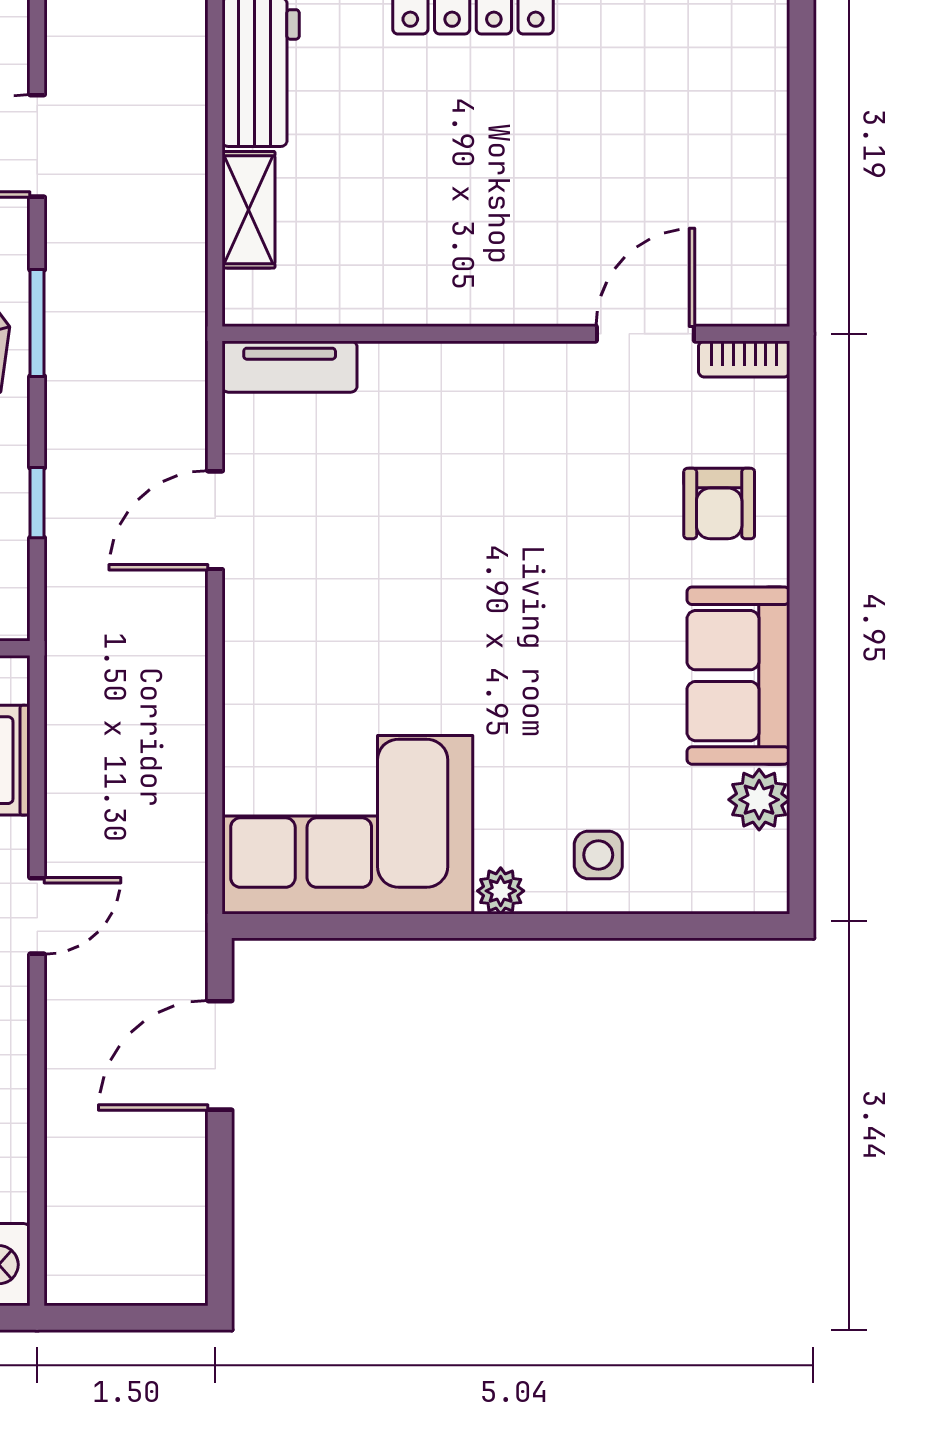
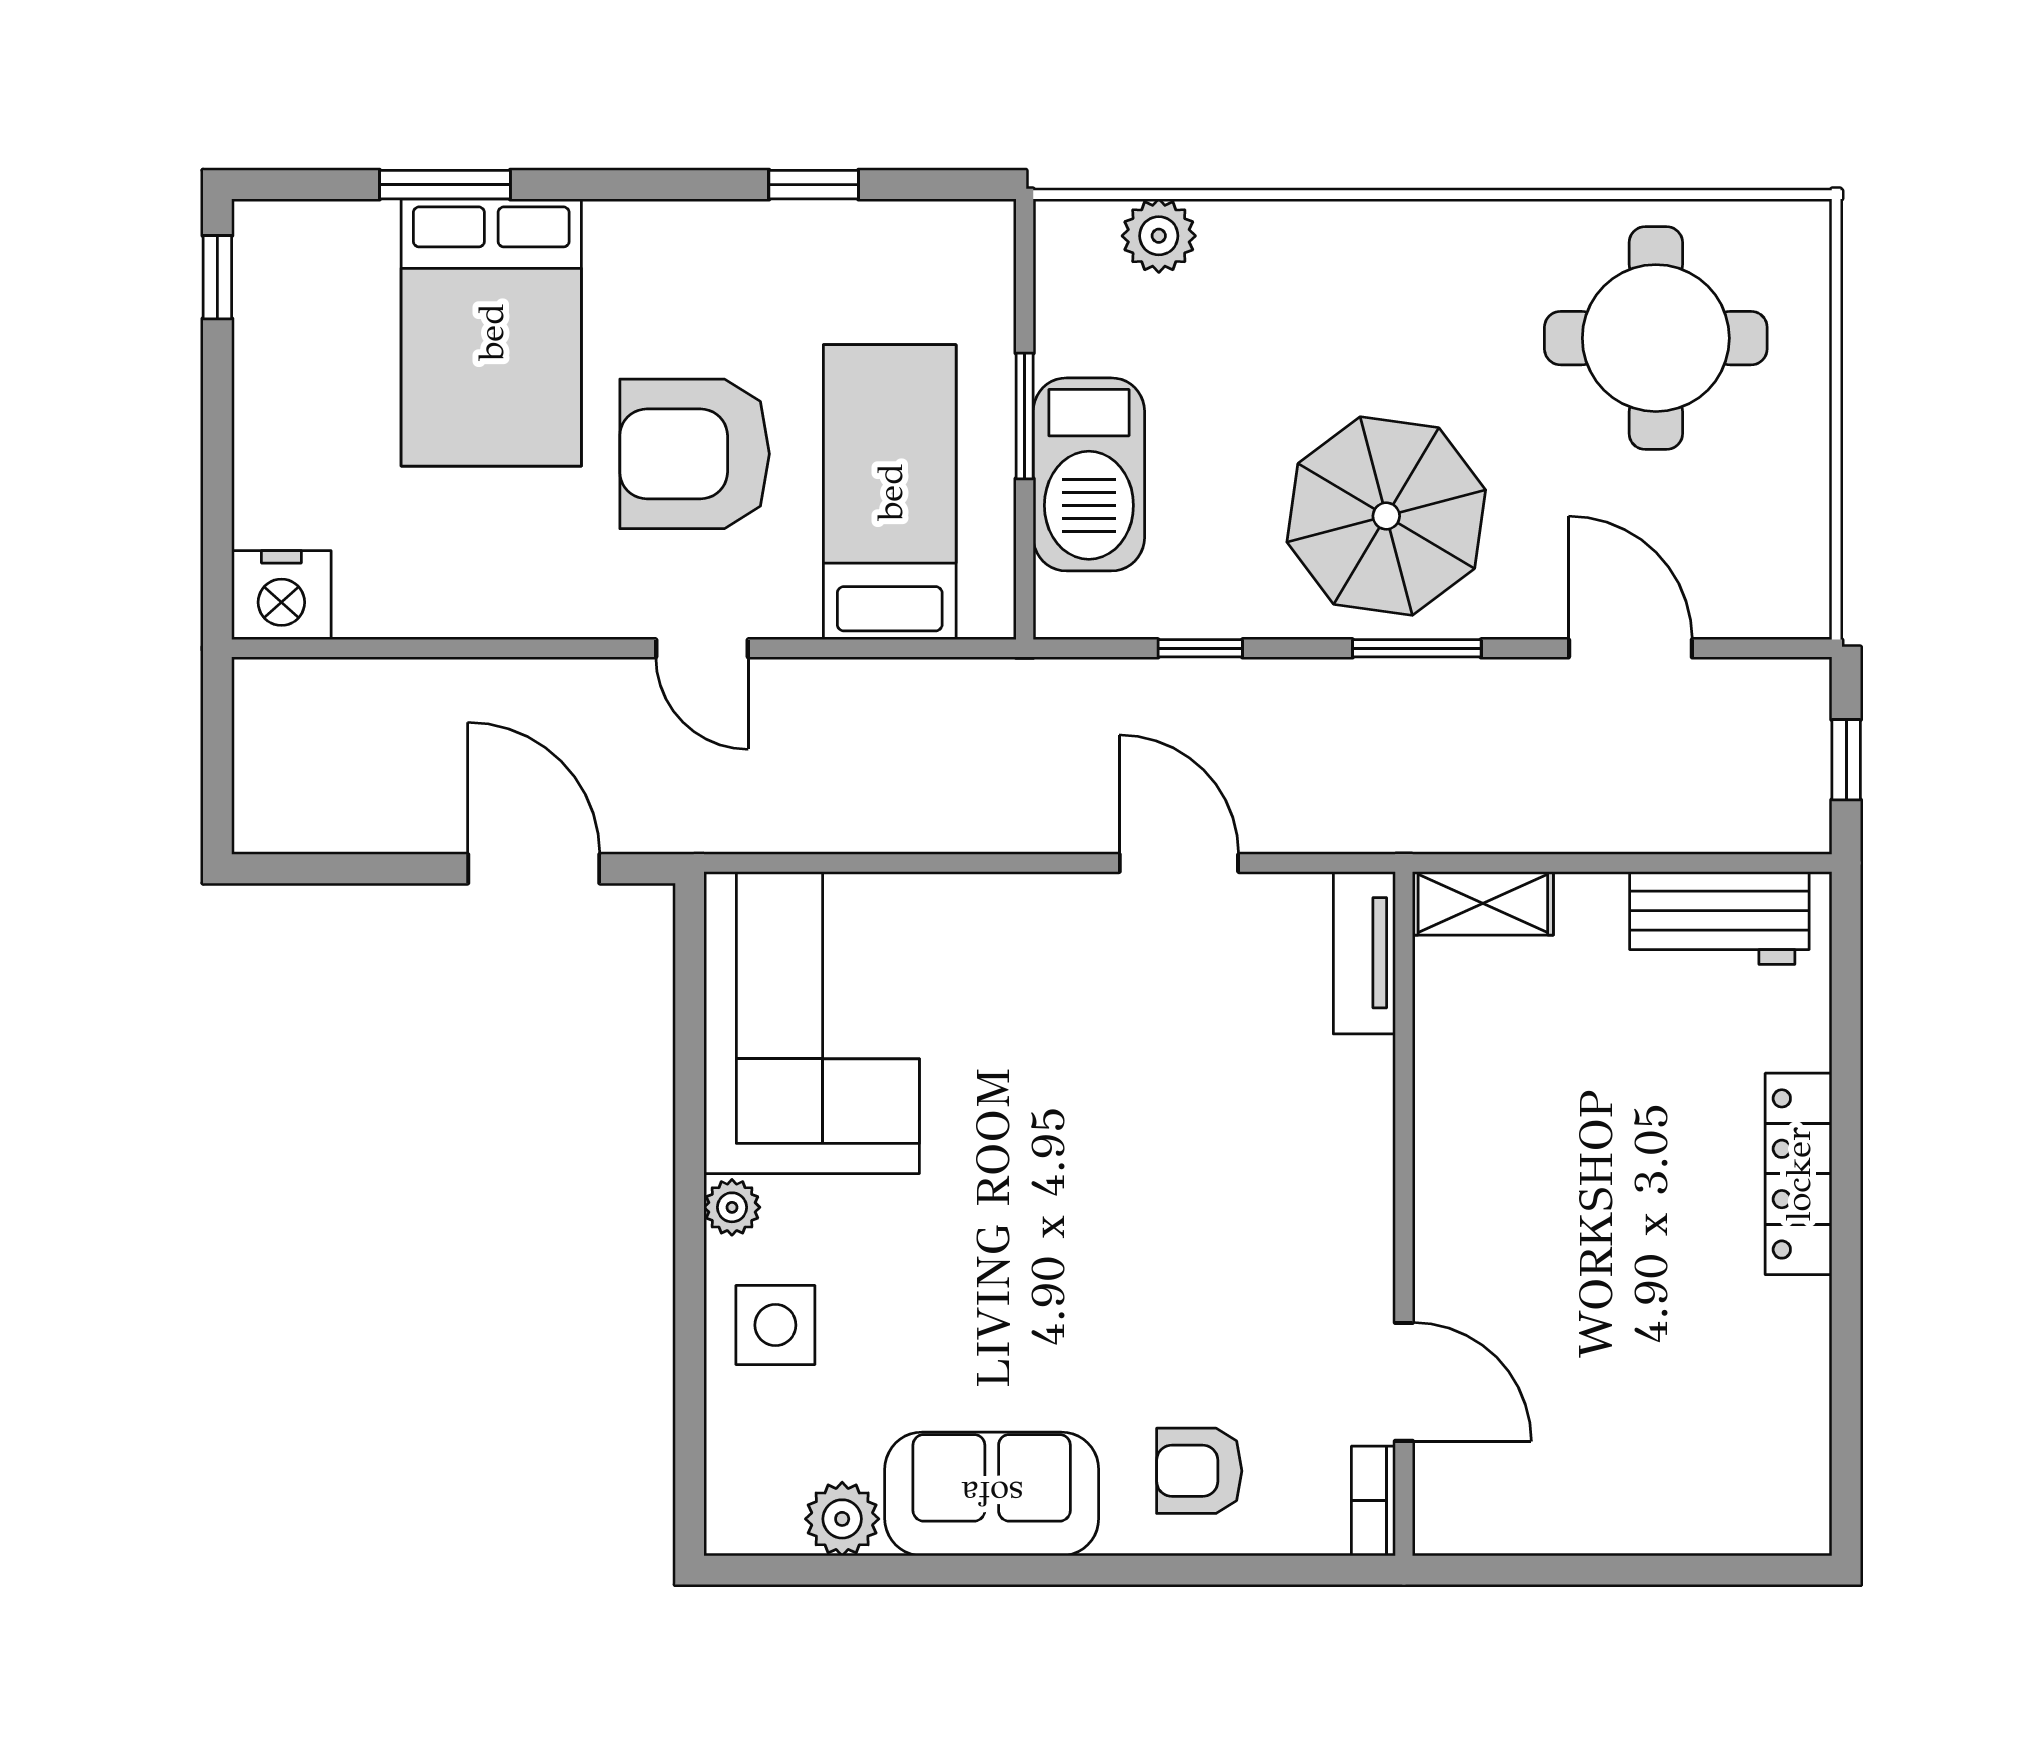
shelving: (249, 210) -> (1483, 903), moved
side table: (598, 855) -> (775, 1325), width x1.37, depth x1.37

